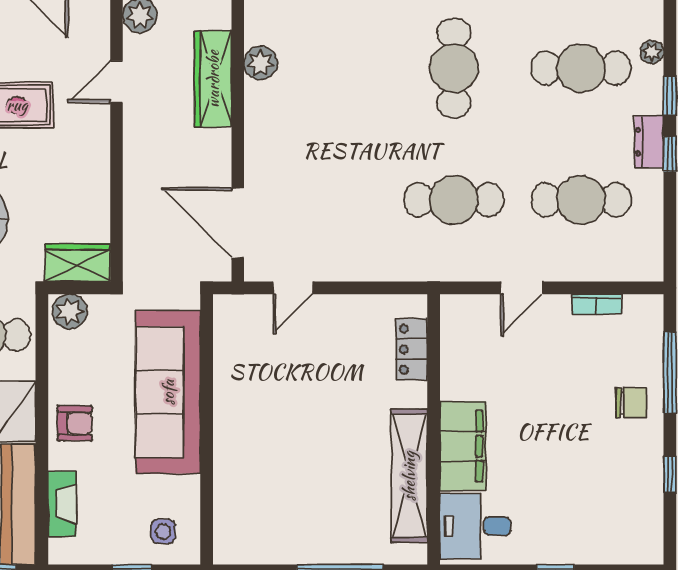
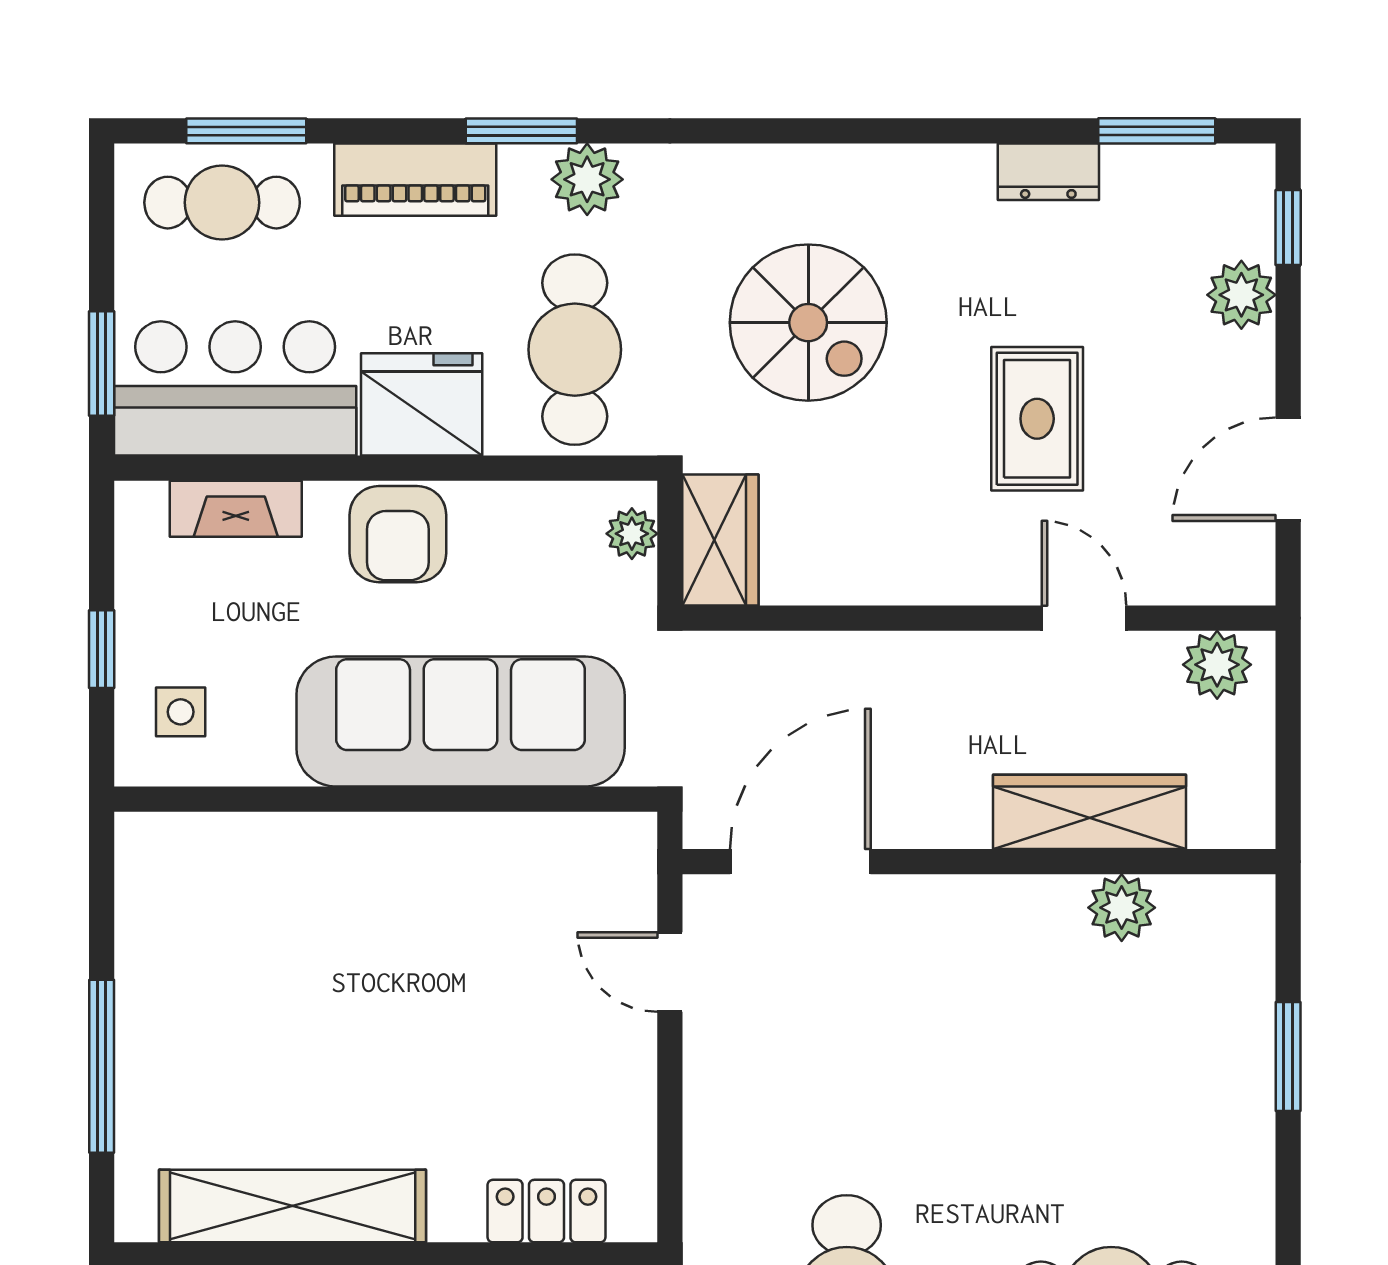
plant: (70, 312) -> (632, 534), width x0.73, depth x0.73
armchair: (75, 423) -> (398, 534), width x1.38, depth x1.38

